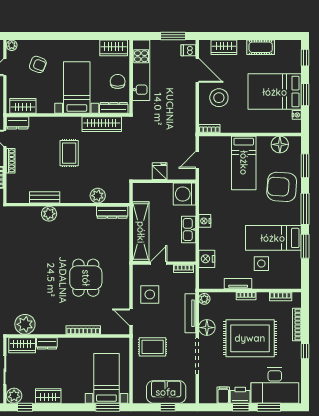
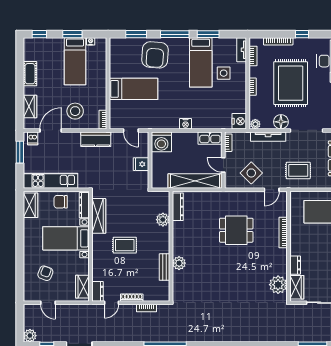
plant: (12, 45) -> (28, 297), removed
bed: (275, 92) -> (75, 61), width x0.67
kitchen counter: (187, 121) -> (96, 139), added
floor lamp: (280, 144) -> (117, 57), removed
kitchen sink: (189, 229) -> (210, 138), moved
nightstand: (207, 259) -> (239, 121), moved, turned -90
tv unit: (238, 284) -> (242, 50), moved
side table: (150, 294) -> (251, 173), turned 45
rug: (153, 347) -> (298, 170), turned 90

